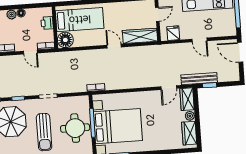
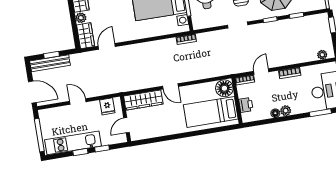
door: (30, 52) -> (261, 71), hinge flipped
bench: (199, 79) -> (50, 63), moved
window: (210, 85) -> (52, 55), moved

